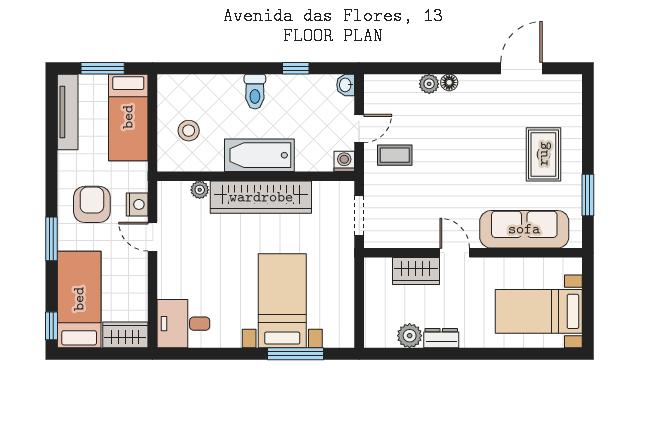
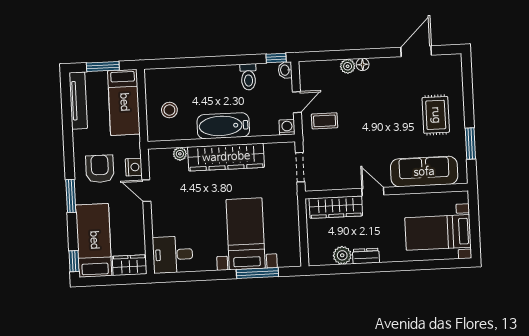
window: (296, 68) -> (276, 58), moved
toilet: (255, 92) -> (248, 77), moved
wardrobe: (416, 271) -> (336, 207), width x1.50

